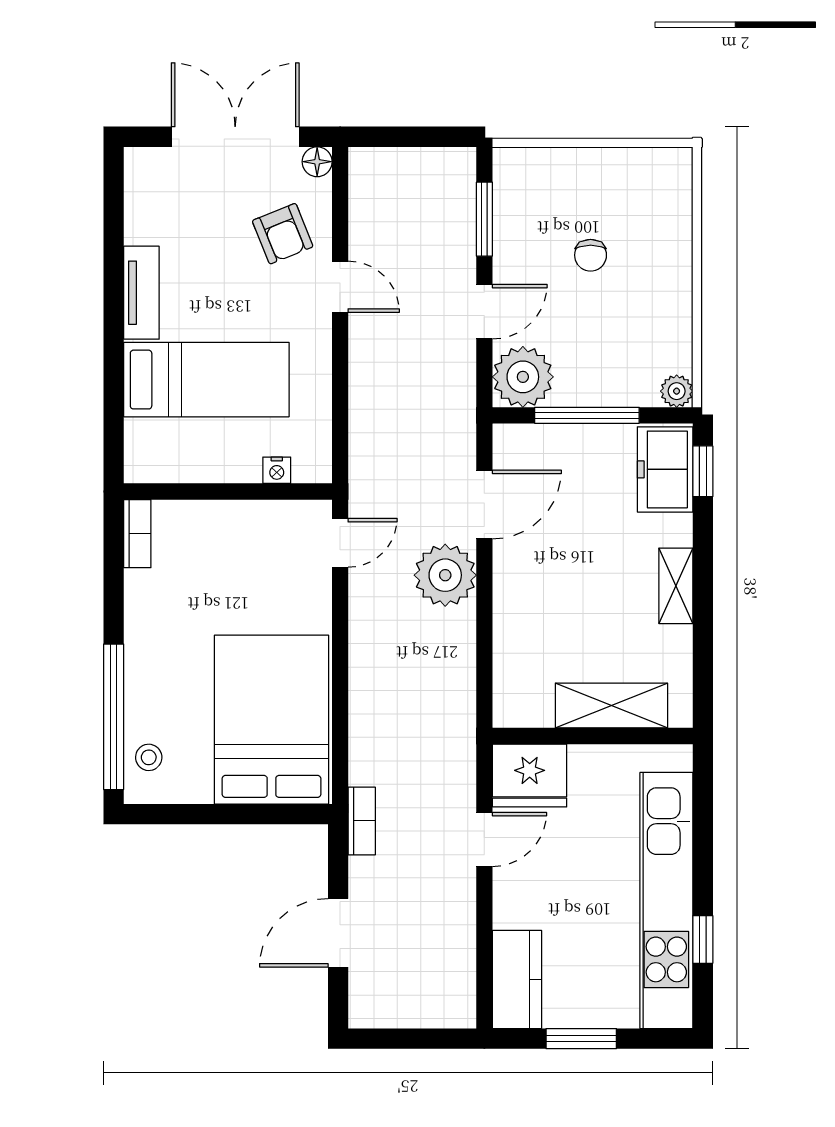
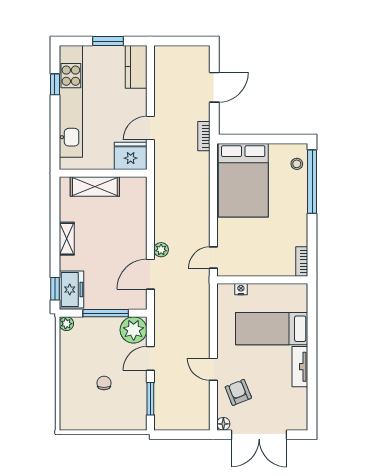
plant: (445, 575) -> (161, 250), width x0.53, depth x0.53

